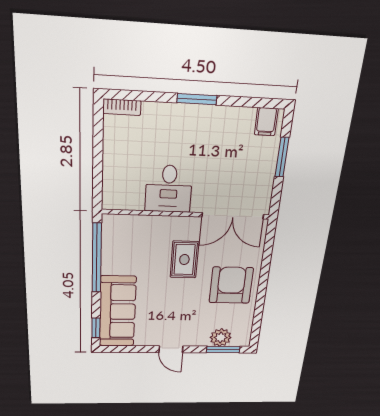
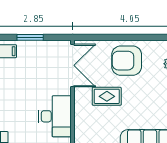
desk: (169, 189) -> (55, 116), width x1.37

